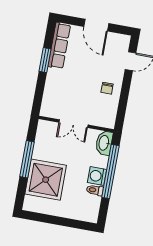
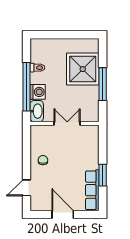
washing machine: (97, 176) -> (38, 92), moved

